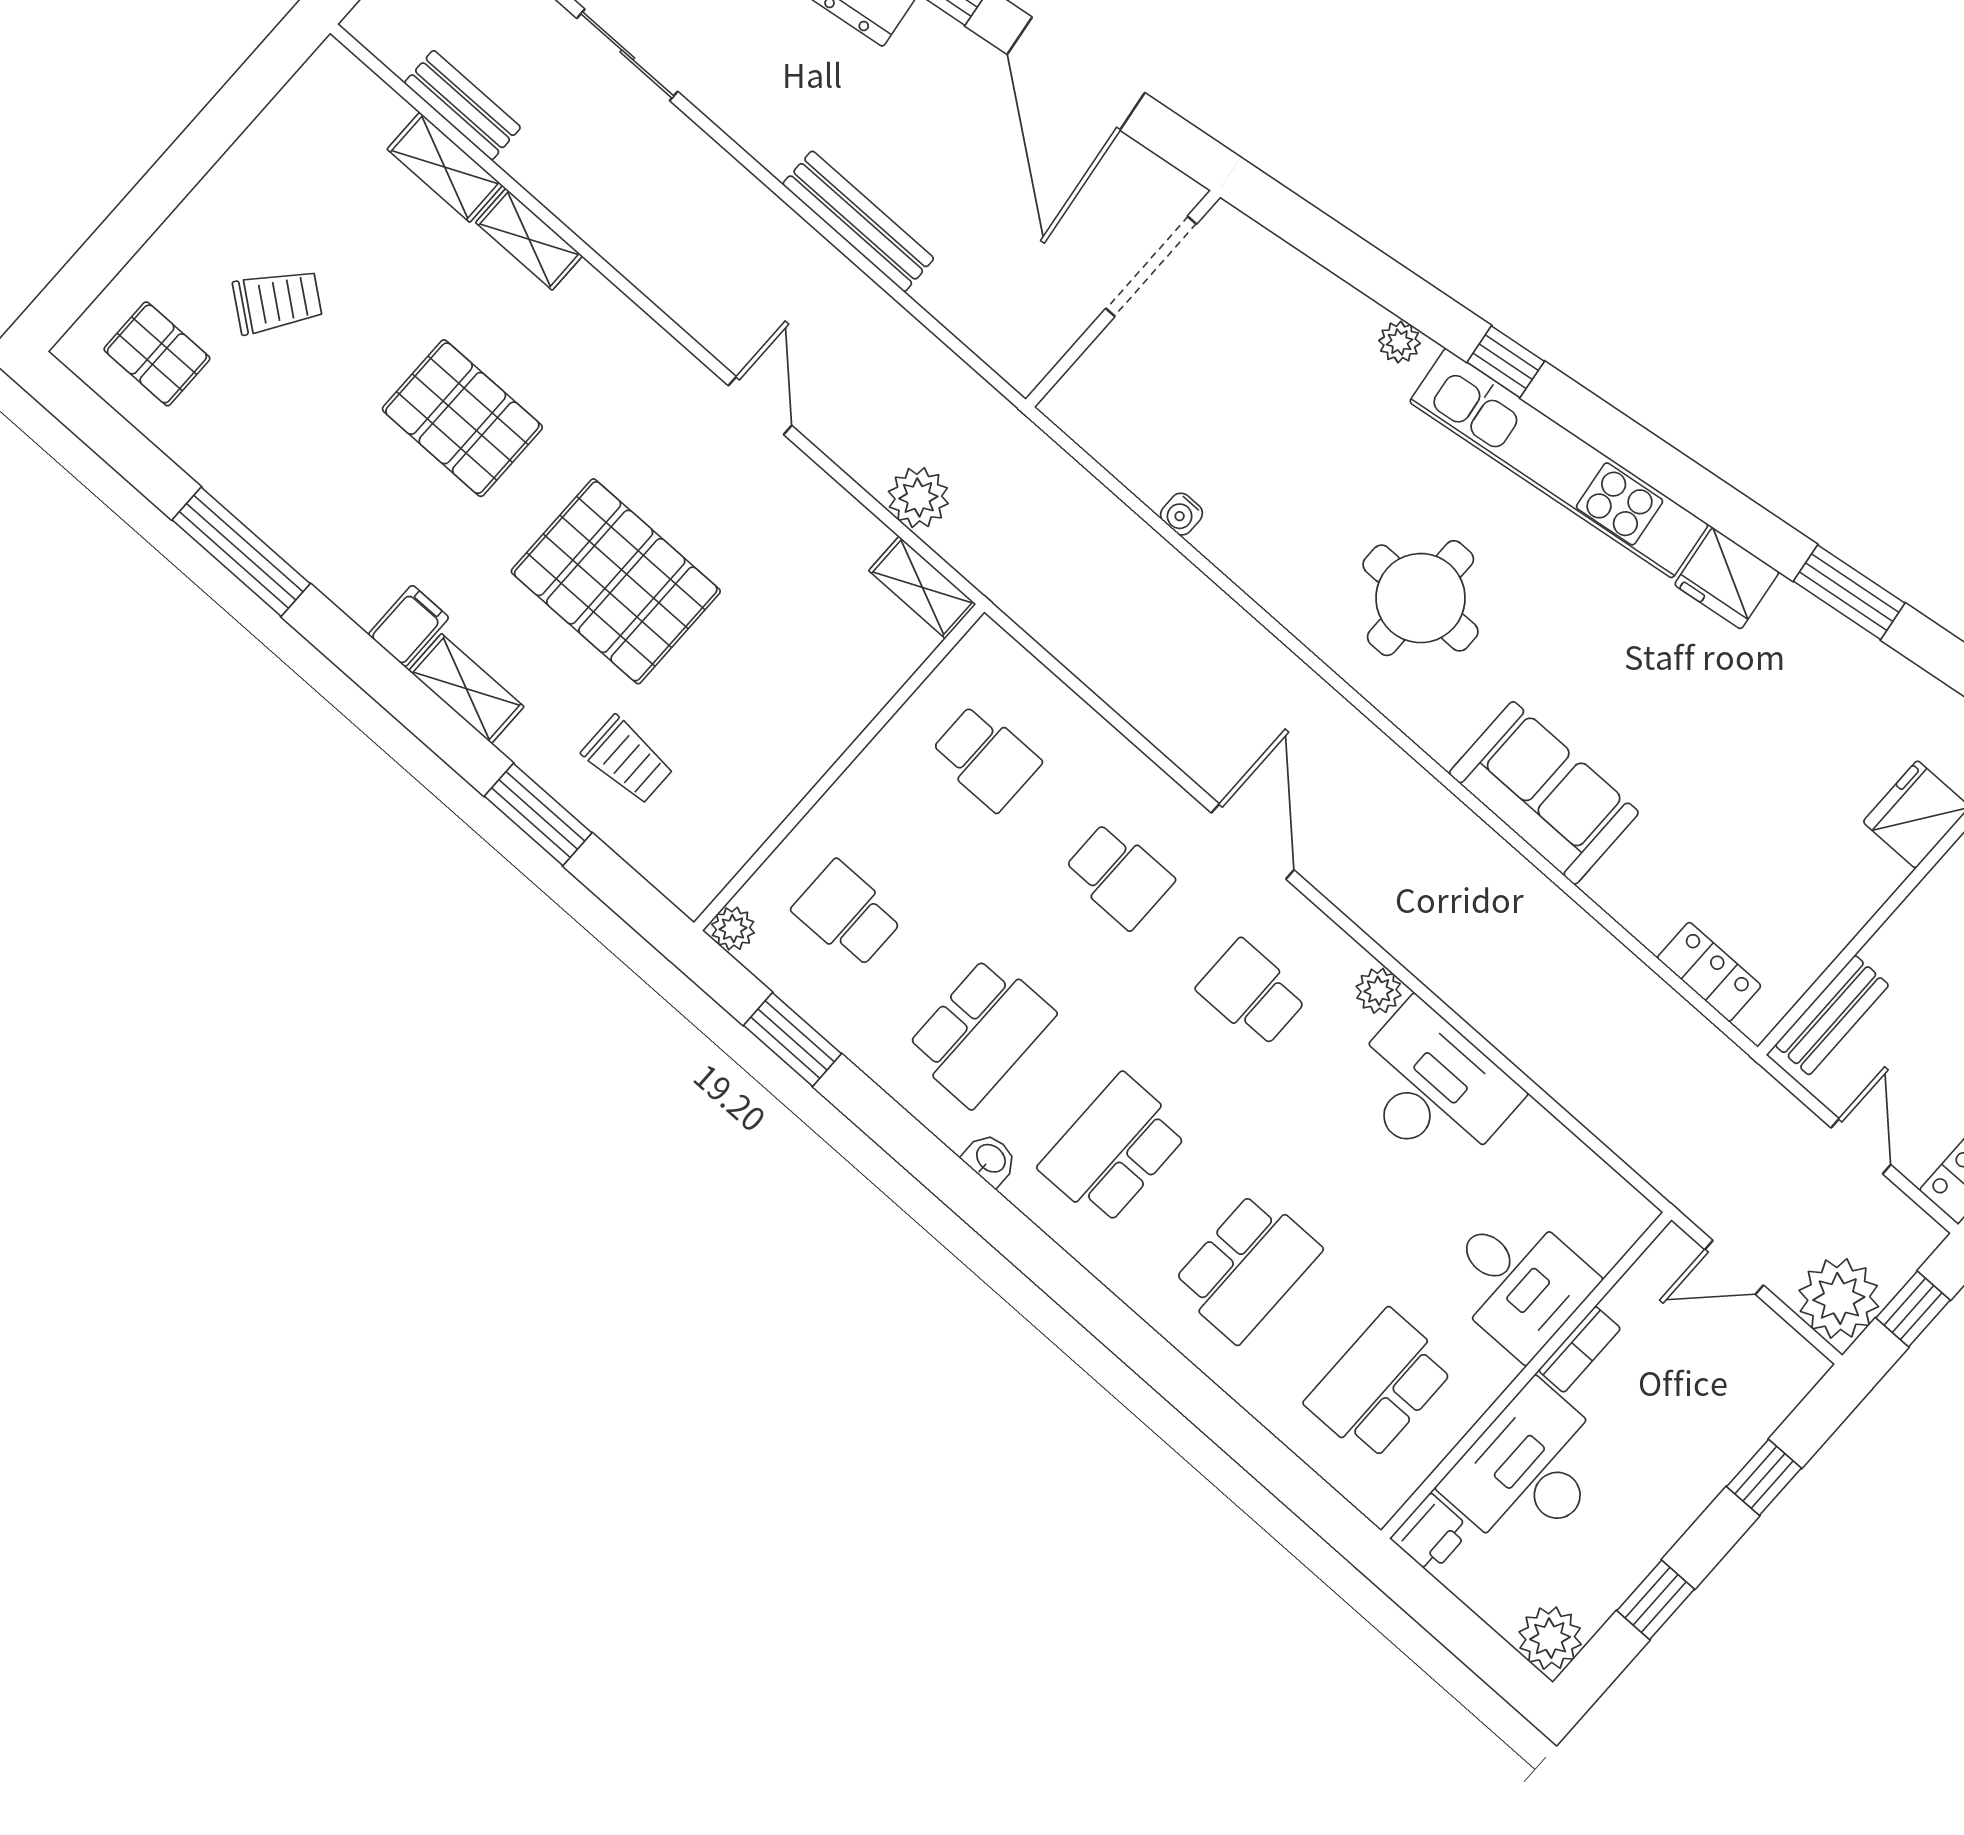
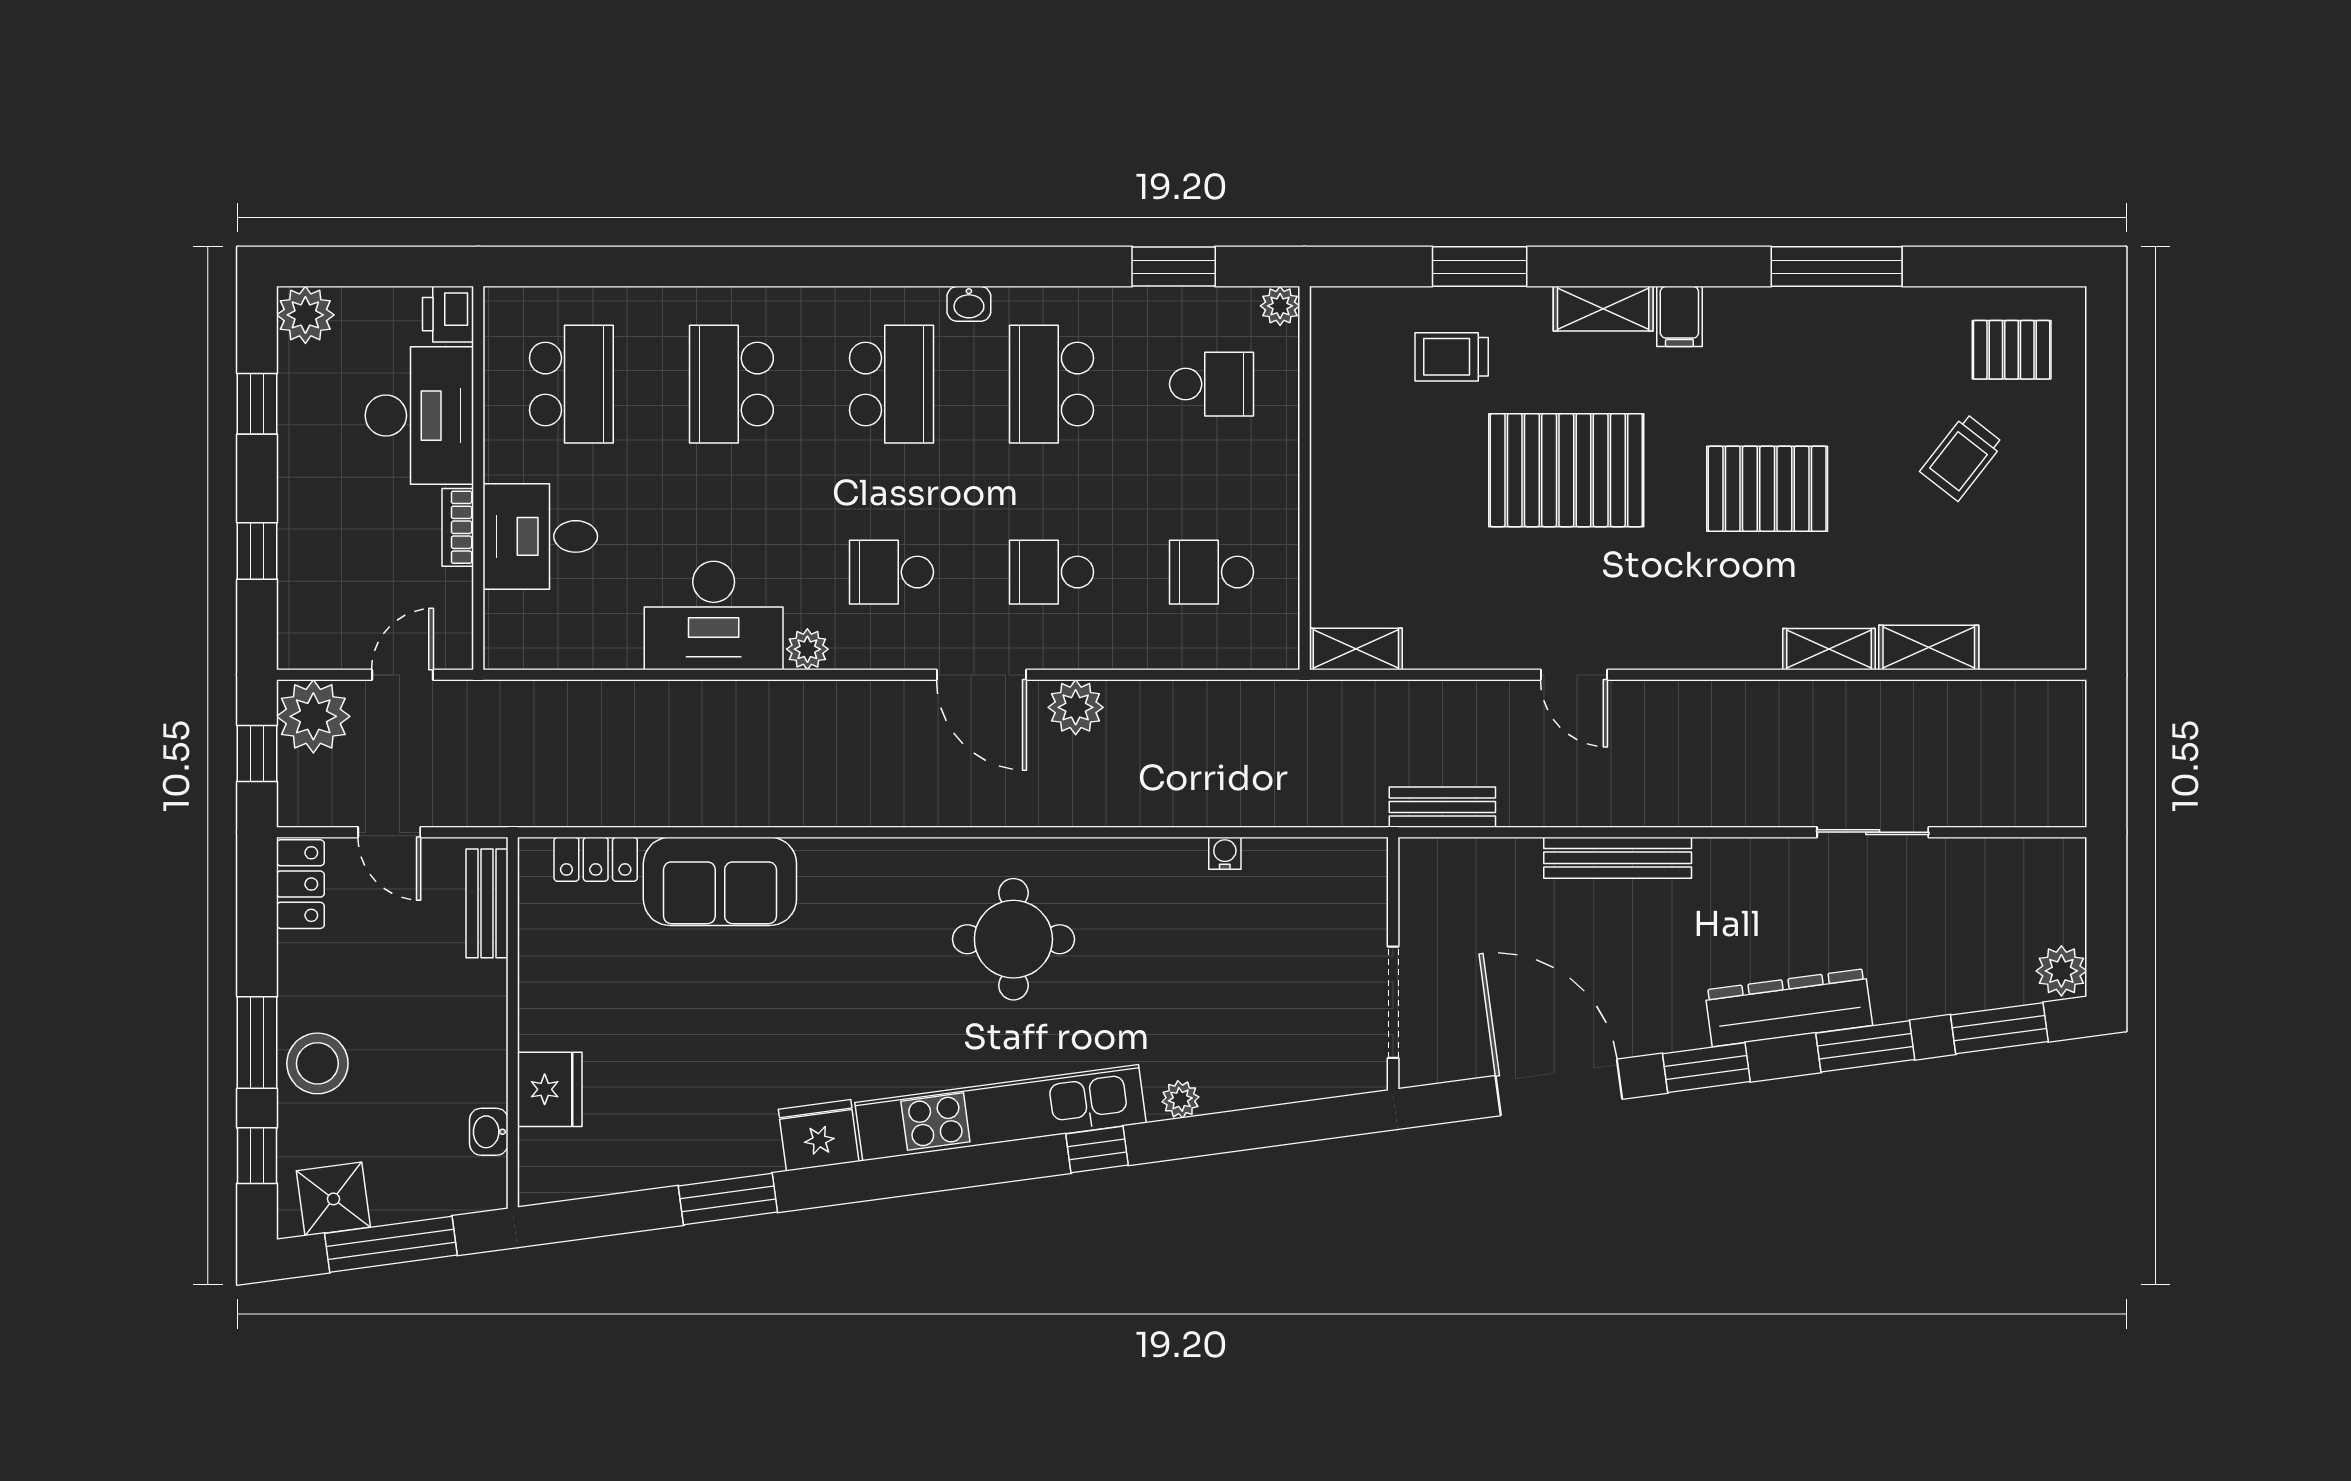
bench: (463, 105) -> (1442, 807), moved
plant: (918, 498) -> (1076, 707), moved
sofa: (1544, 793) -> (720, 881), moved
school desk: (1252, 993) -> (891, 572), turned 180

